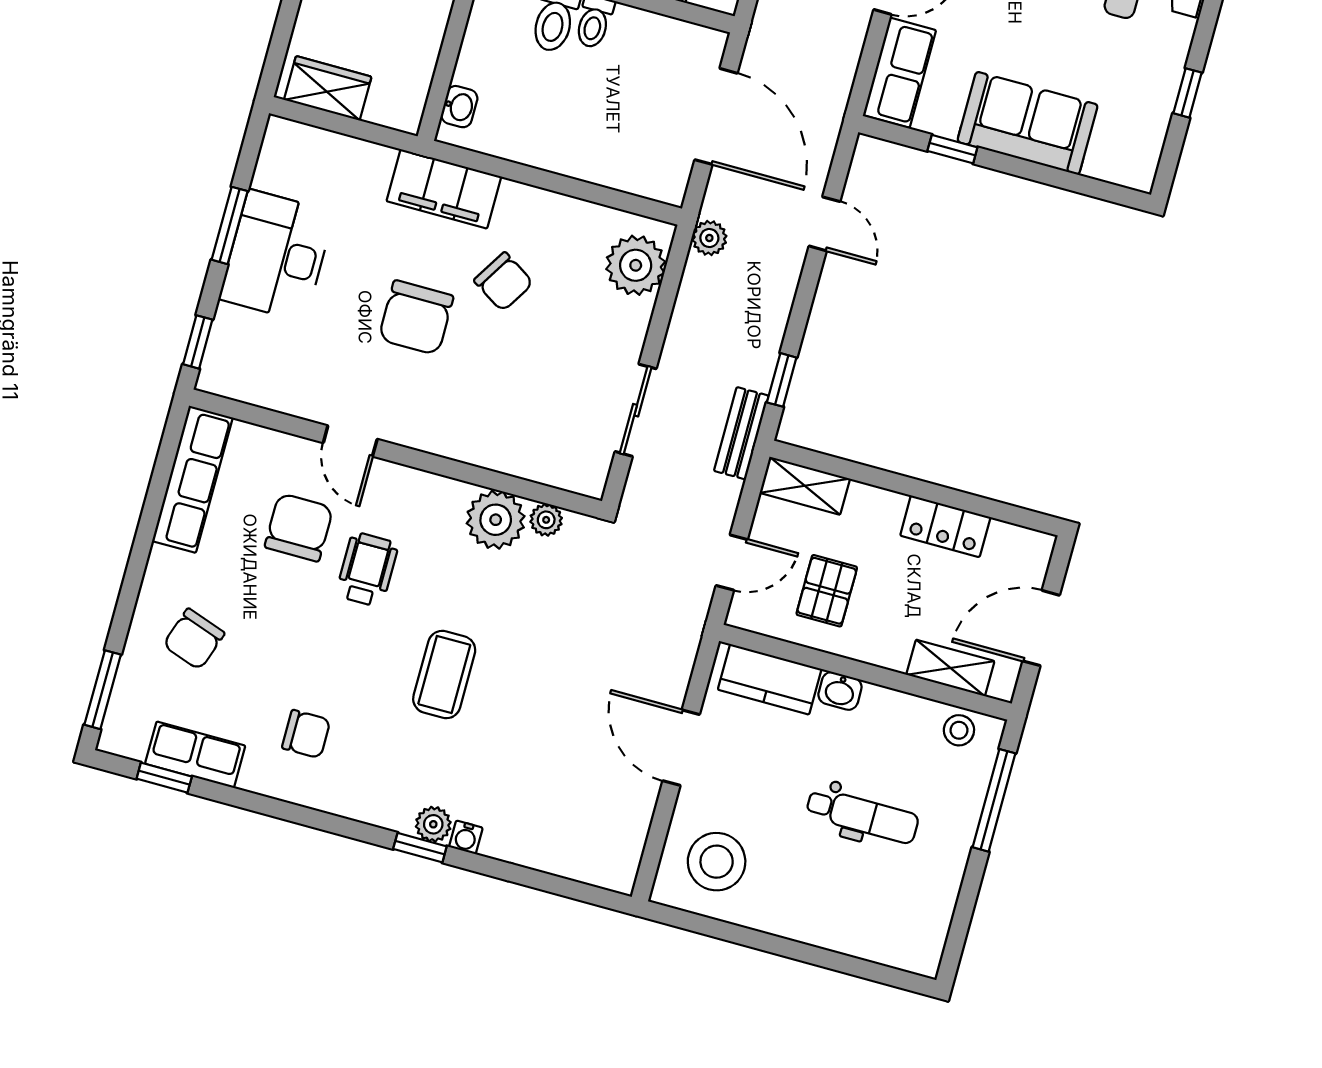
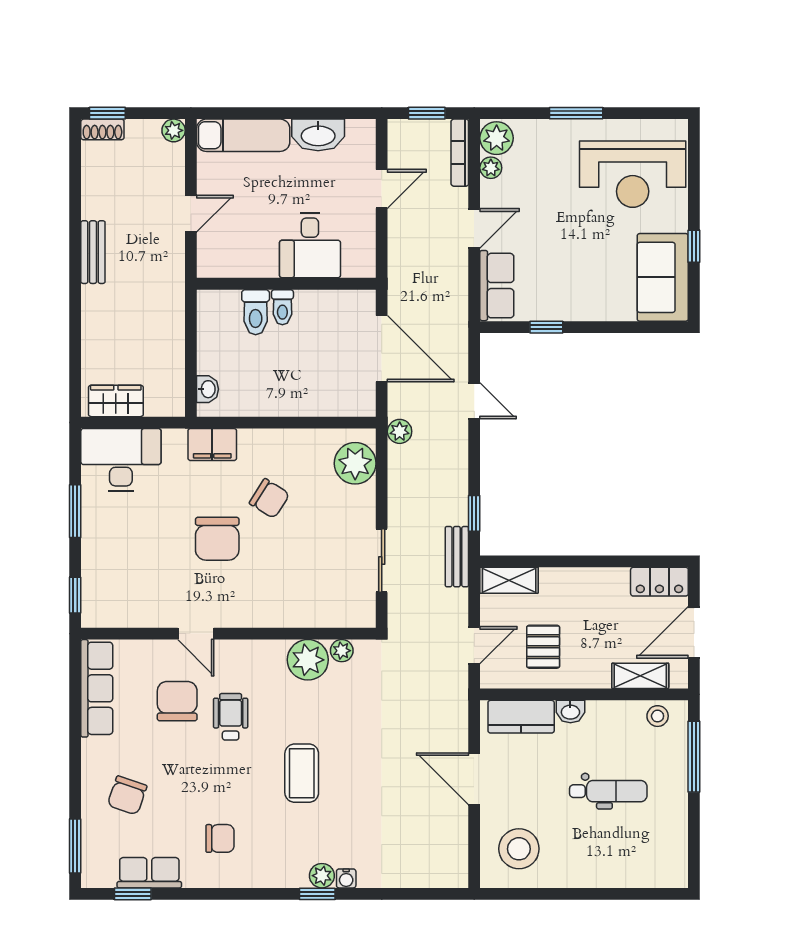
sofa: (1028, 123) -> (663, 277), moved, turned -90
filing cabinet: (444, 189) -> (212, 444), width x0.67, depth x0.86
desk: (277, 256) -> (121, 460), moved, turned 90
locker: (945, 526) -> (659, 582), moved

